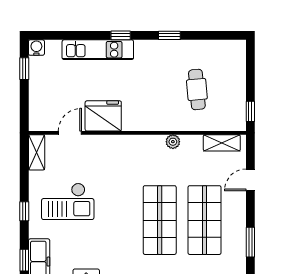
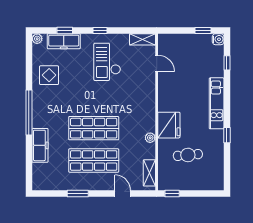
window: (121, 35) -> (227, 63), moved
kitchen unit: (98, 50) -> (217, 103), moved
fridge: (103, 116) -> (169, 125), moved

